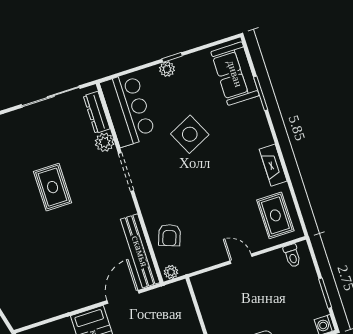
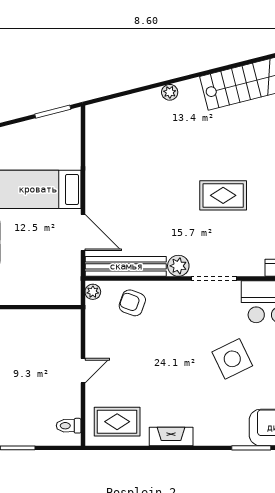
plant: (105, 142) -> (178, 266), moved

